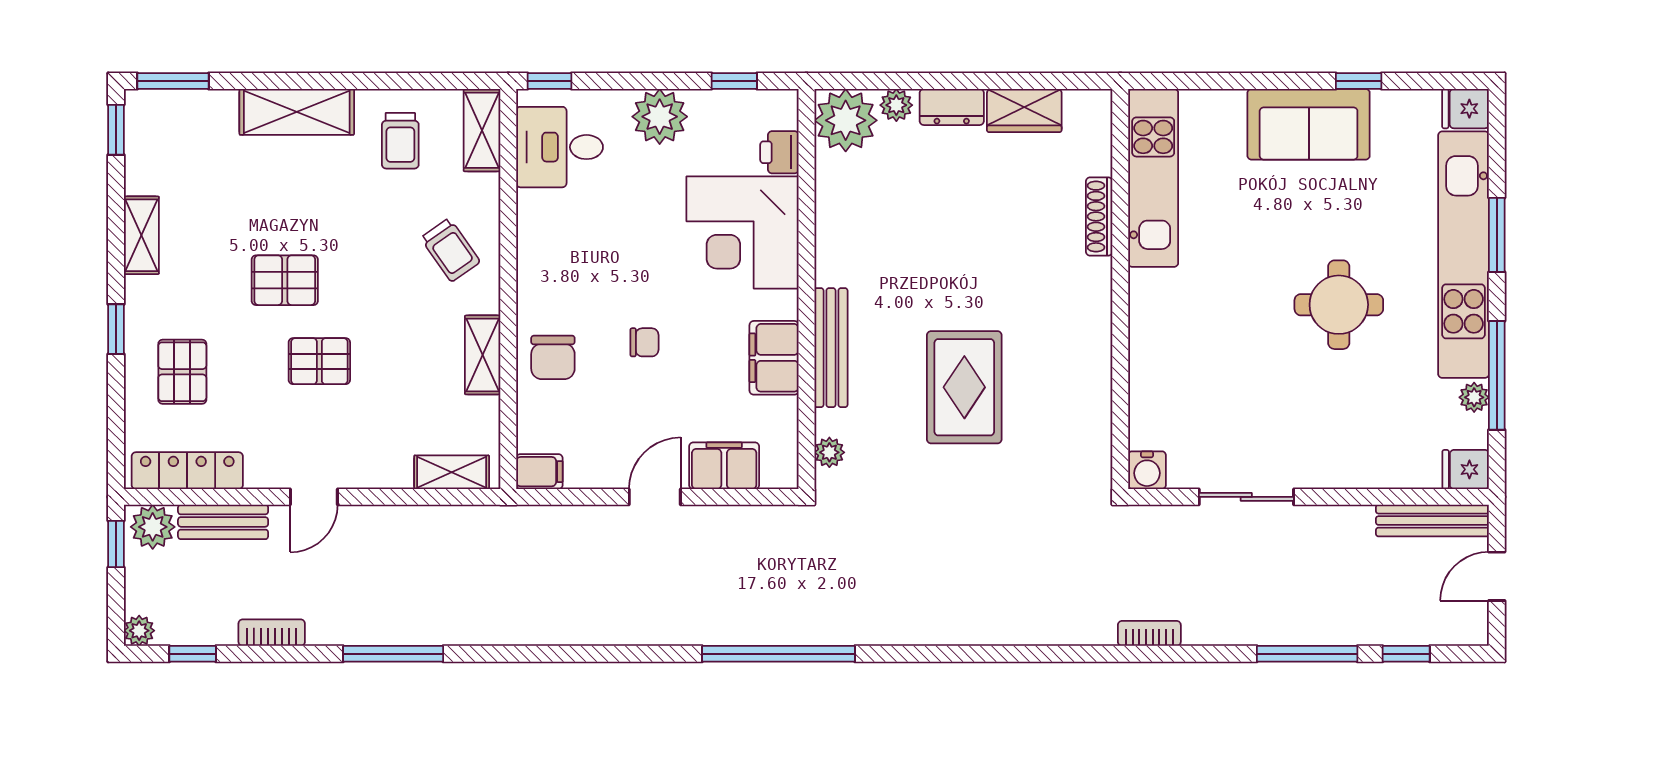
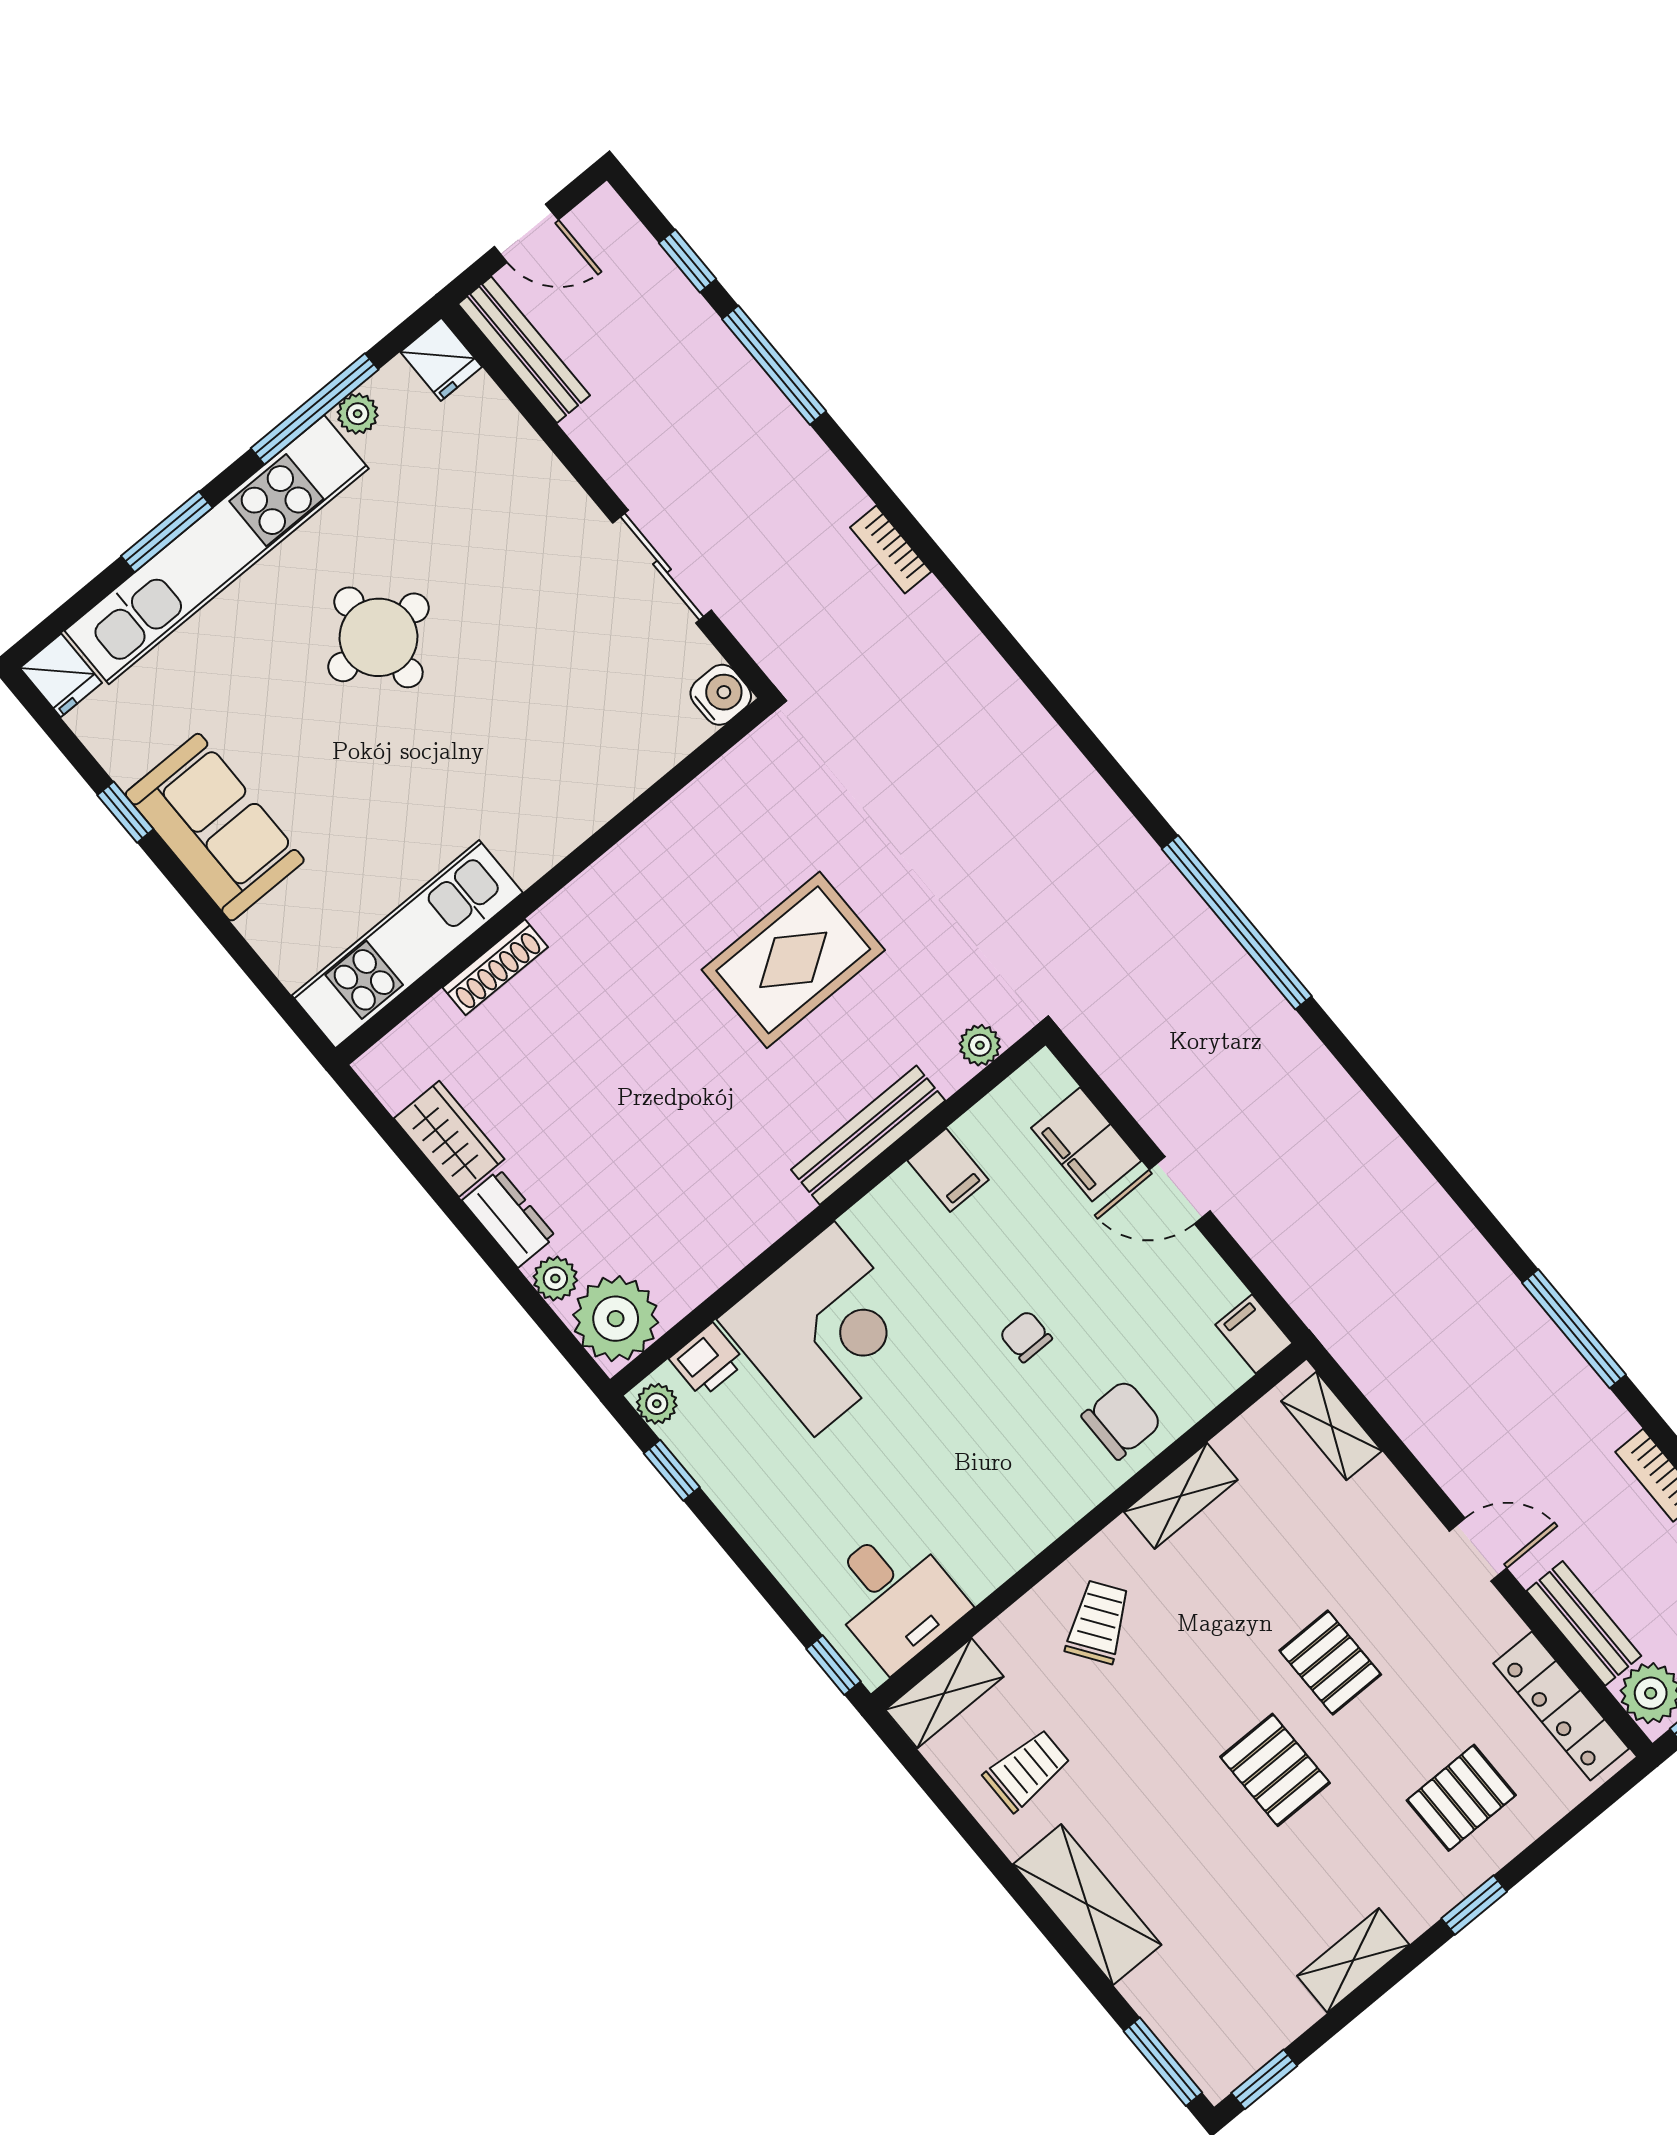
plant: (660, 117) -> (657, 1404), moved, width x0.53, depth x0.53
filing cabinet: (774, 358) -> (948, 1170), width x0.50

